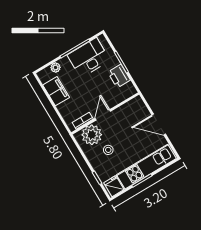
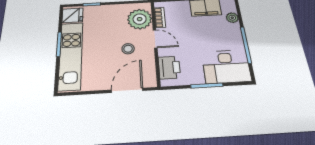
desk: (89, 58) -> (226, 66), moved, turned 90
printer: (119, 76) -> (169, 67), moved, turned 90
door: (159, 125) -> (127, 90), moved
stool: (108, 150) -> (128, 49), moved

